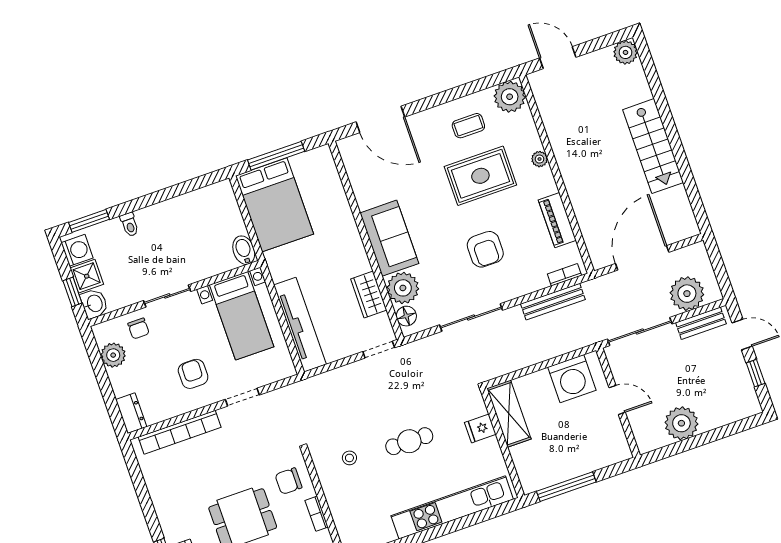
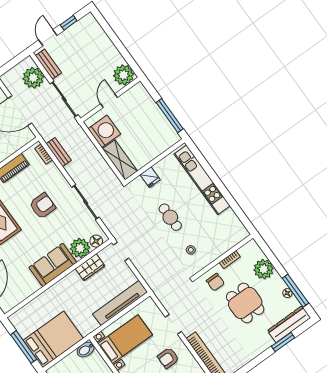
bench: (553, 302) -> (59, 152), width x0.73
shelving: (509, 414) -> (120, 160), moved, turned 90
plant: (681, 423) -> (124, 75), moved

